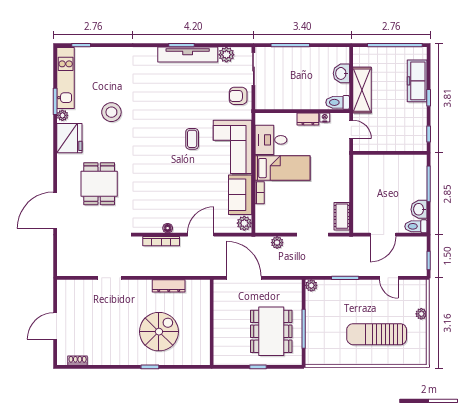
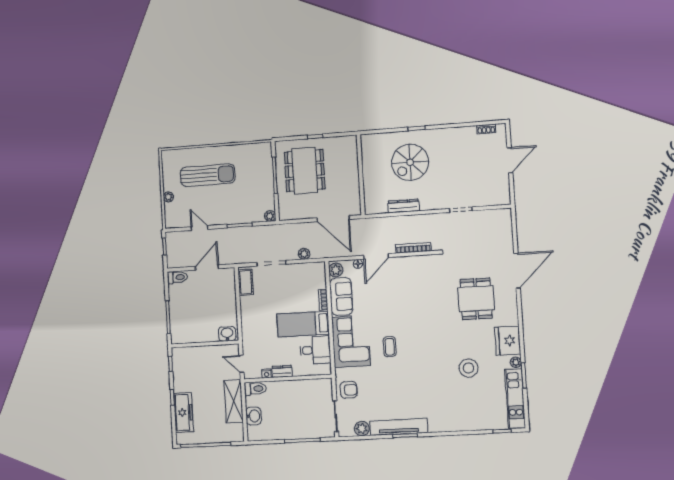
washbasin: (419, 209) -> (227, 334), moved, turned -90
floor lamp: (168, 228) -> (358, 264), moved

